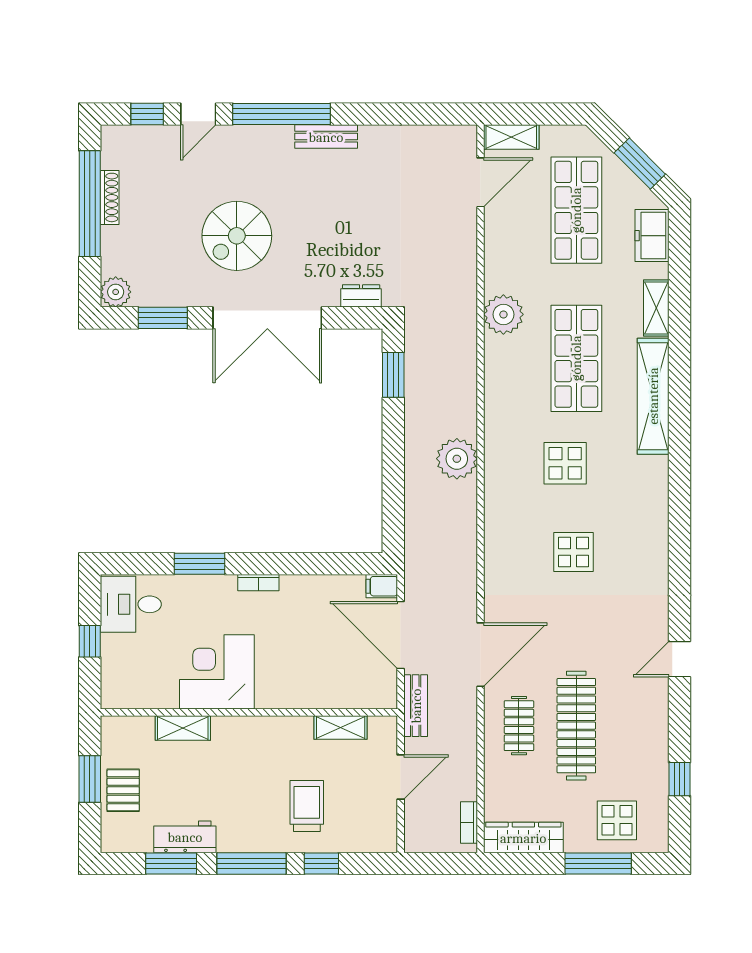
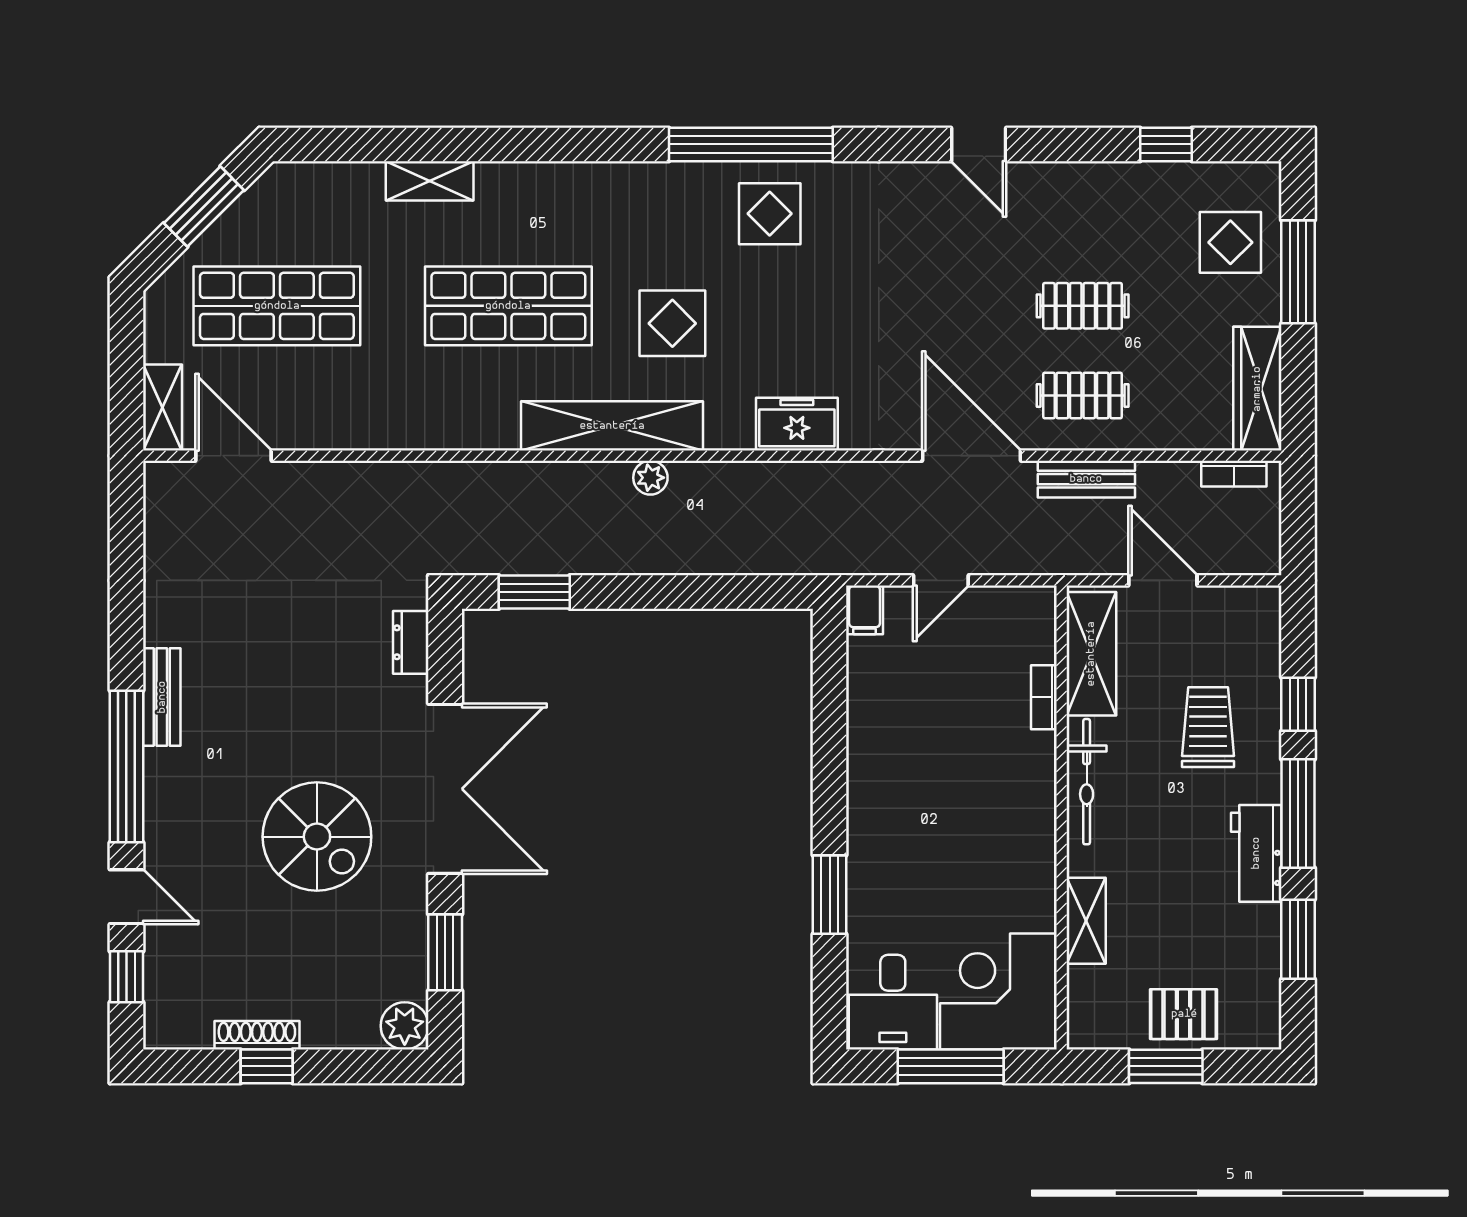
window: (90, 204) -> (267, 1066), width x0.32
freezer: (652, 236) -> (797, 424), moved, turned 180
plant: (503, 314) -> (440, 420), removed
shelving: (653, 396) -> (612, 426), moved
plant: (457, 459) -> (650, 478), width x0.53, depth x0.53
window: (680, 513) -> (751, 144), added
display table: (573, 552) -> (770, 214), moved
bookcase: (258, 583) -> (1044, 697), moved, turned 180
door: (401, 635) -> (941, 580), width x0.53
window: (90, 641) -> (951, 1066), width x2.17
corner desk: (217, 672) -> (998, 991), moved, turned 90
bench: (416, 706) -> (1086, 479), moved
clothes rail: (576, 726) -> (1083, 306), width x0.54, depth x0.76
shelving: (341, 727) -> (1091, 654), width x1.50, depth x1.33
bicycle: (272, 728) -> (1087, 782), added
trolley: (307, 806) -> (1208, 727), turned 90
workbench: (185, 837) -> (1256, 853), moved

